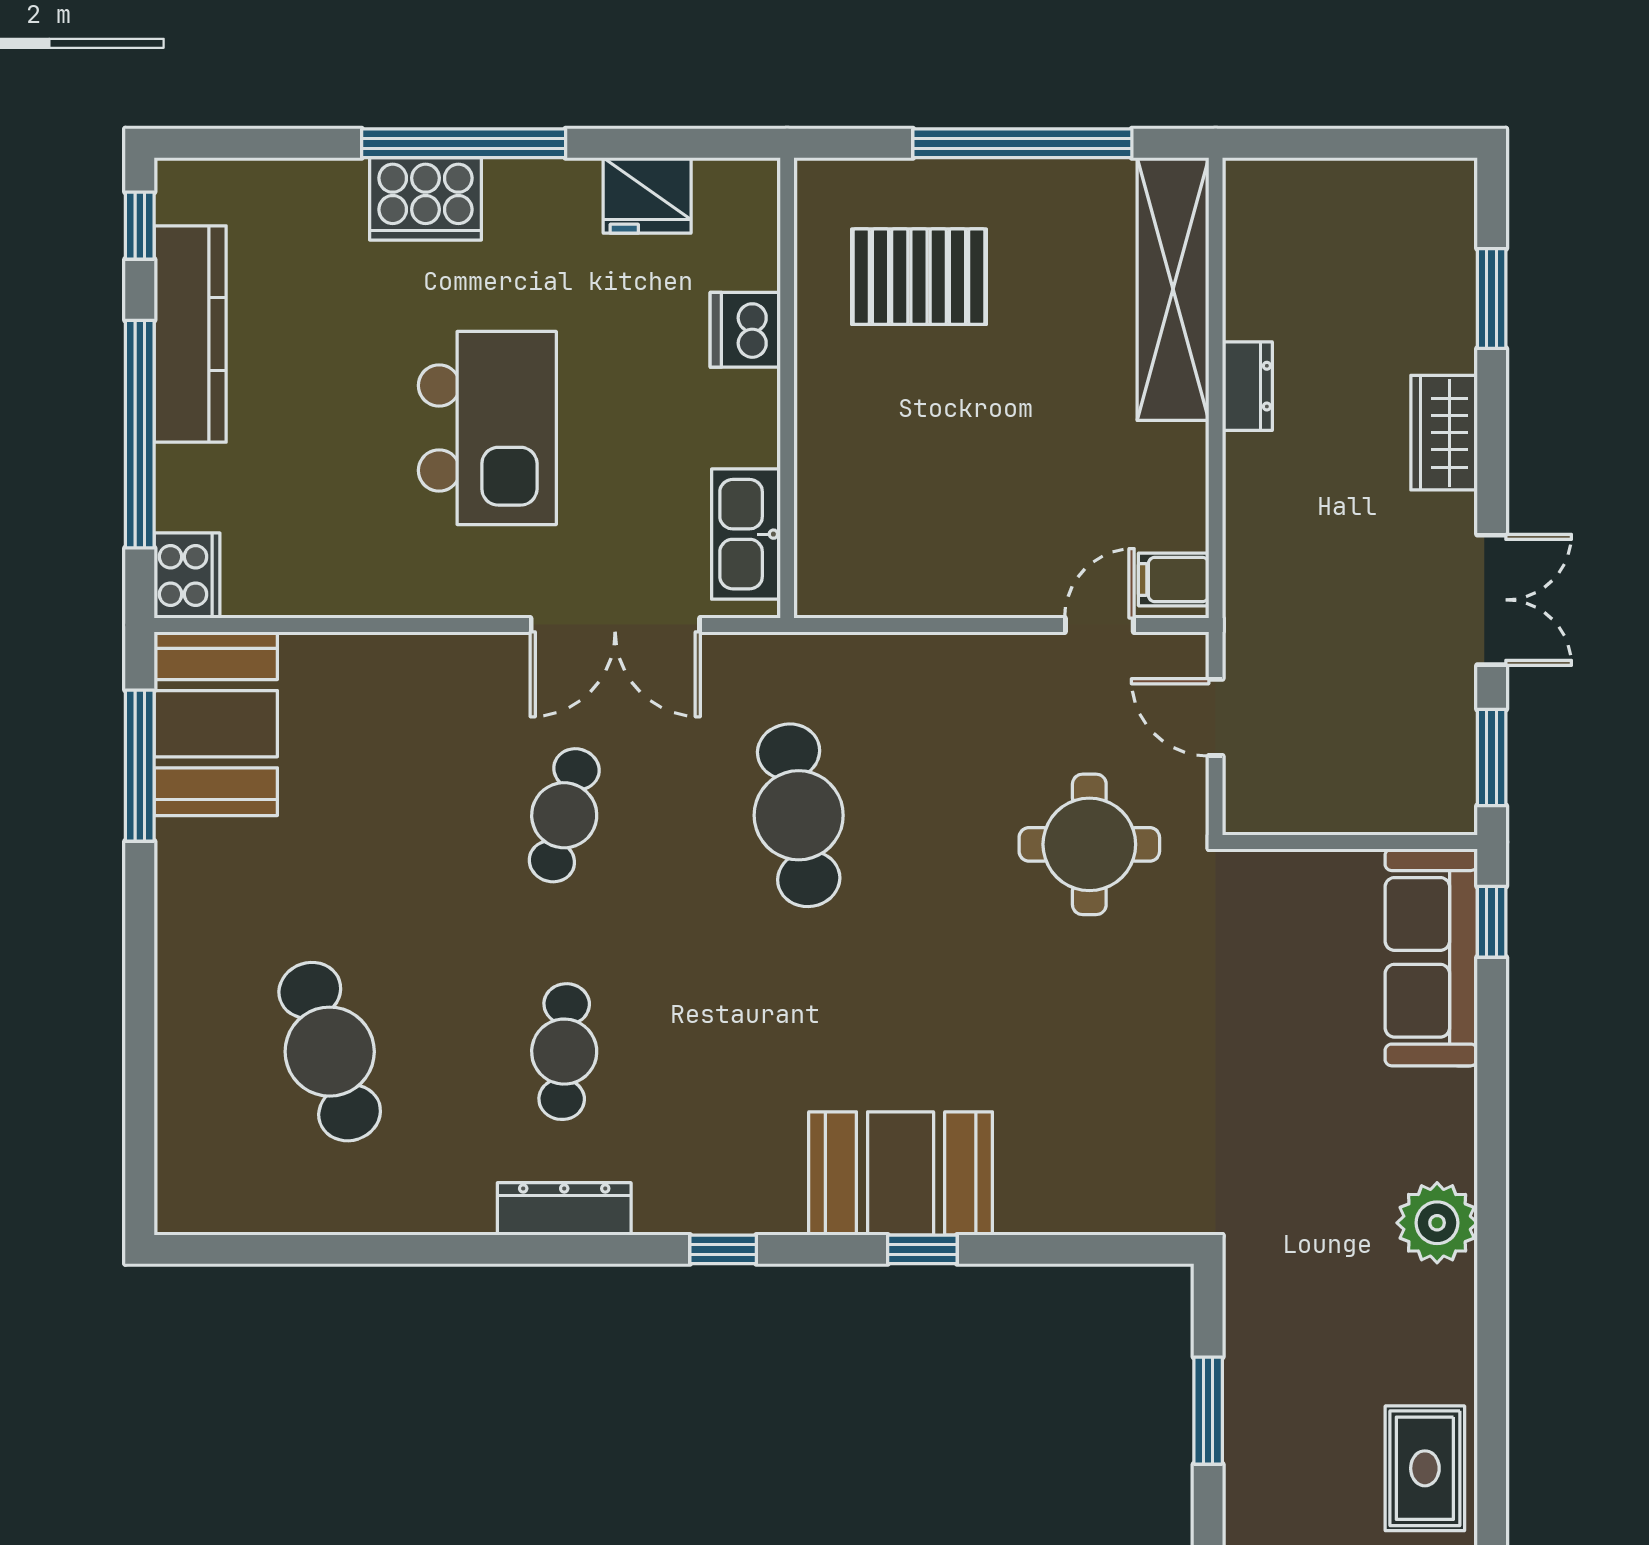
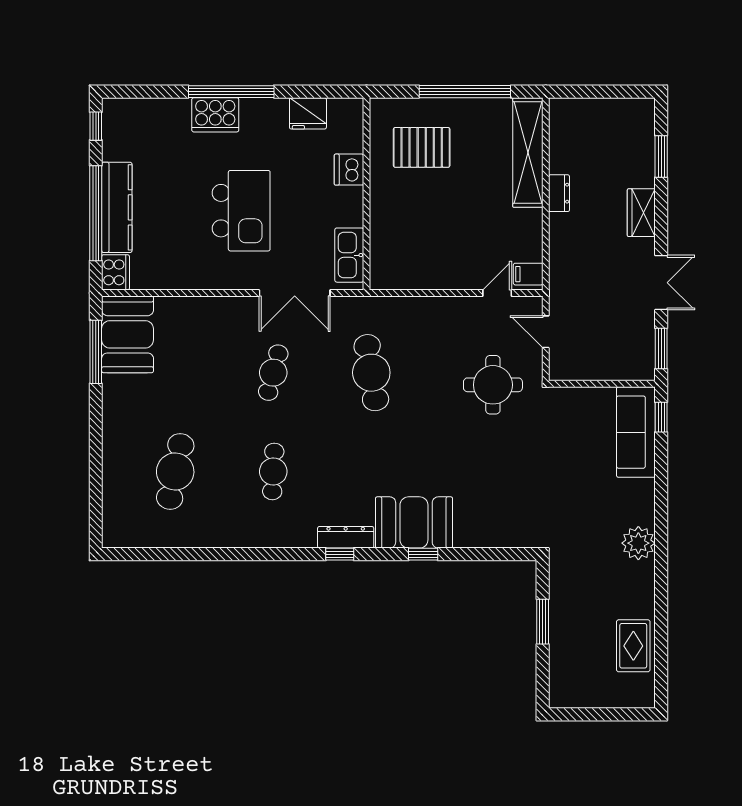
kitchen counter: (190, 334) -> (117, 207), moved
cafe table: (330, 1052) -> (175, 471), turned 30
dresser: (564, 1209) -> (346, 537), moved

